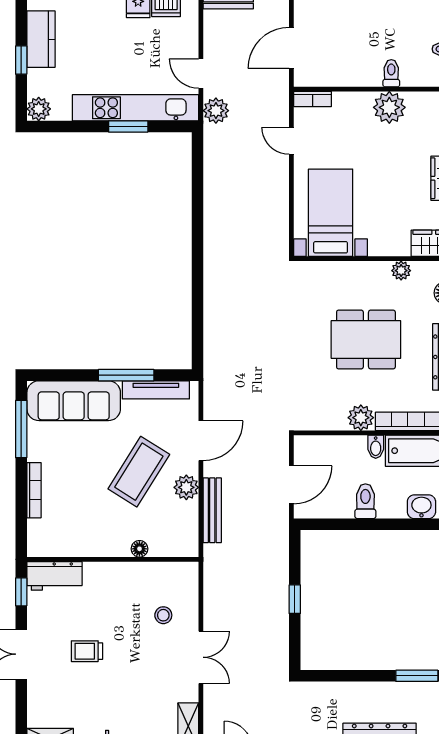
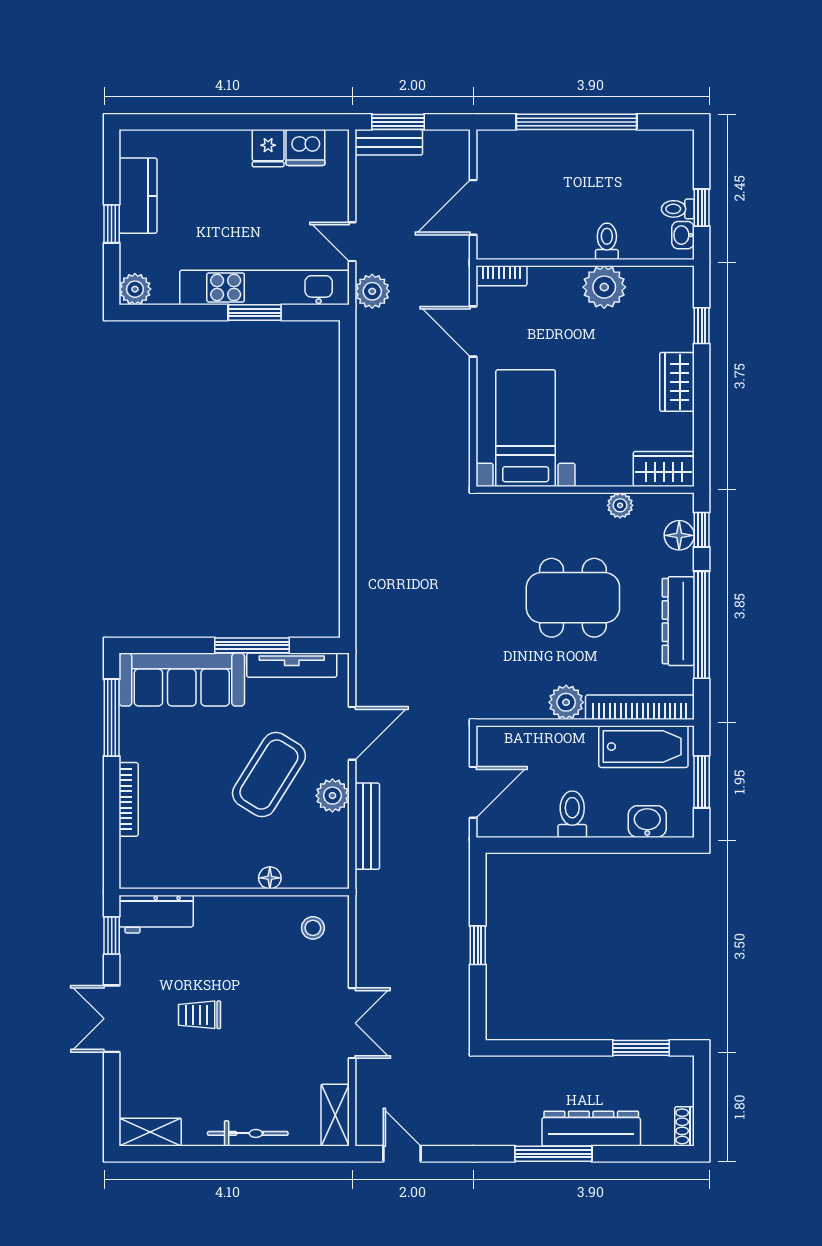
door: (291, 141) -> (473, 332), width x1.38
bidet: (376, 447) -> (586, 741), removed
stool: (163, 615) -> (313, 928), moved

